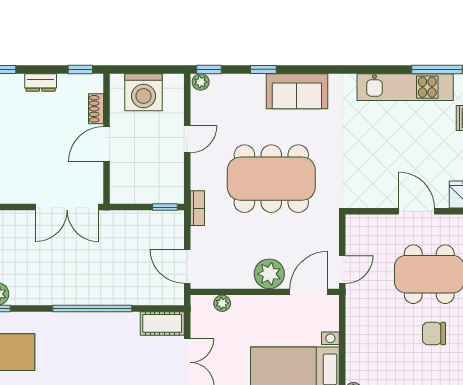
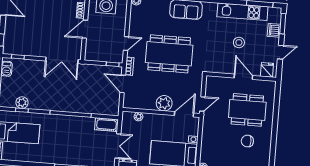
door: (187, 139) -> (126, 43), moved
stool: (403, 146) -> (239, 42), added
door: (187, 266) -> (123, 84), moved

